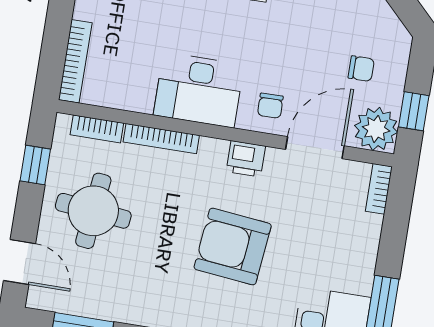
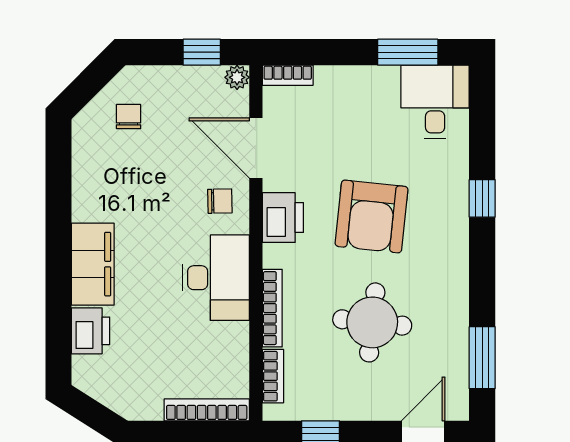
chair: (361, 69) -> (129, 117), moved
plant: (376, 129) -> (237, 77), width x0.53, depth x0.53
printer: (246, 159) -> (283, 218), width x1.36, depth x1.24
round table: (93, 211) -> (372, 322), moved

